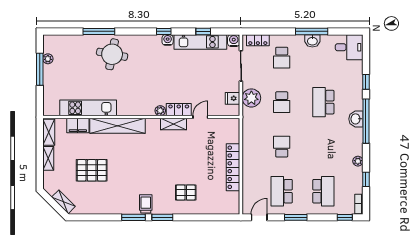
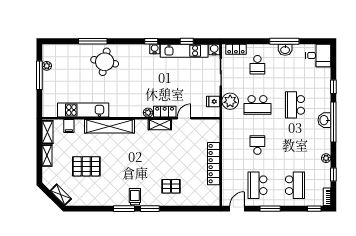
school desk: (282, 102) -> (257, 105), width x1.85
filing cabinet: (78, 126) -> (69, 126), width x0.50

